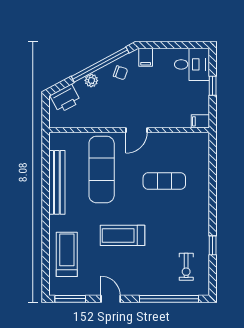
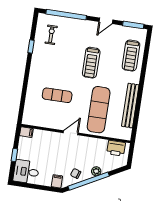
printer: (65, 99) -> (116, 148), moved, turned -152
treadmill: (123, 235) -> (91, 63), turned 90
door: (111, 299) -> (106, 21), hinge flipped

